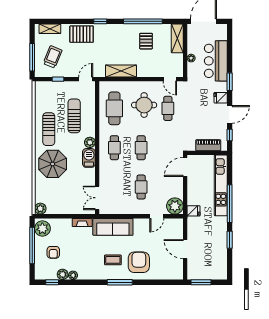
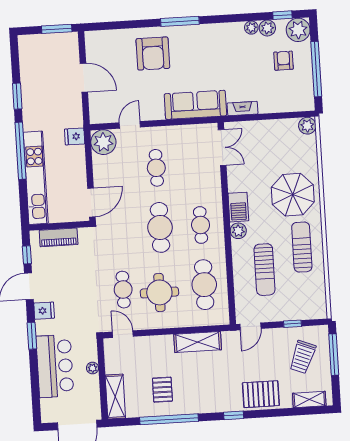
cafe table: (141, 148) -> (160, 227), width x1.37, depth x1.35
plant: (42, 228) -> (298, 30), moved
coffee table: (113, 260) -> (192, 55), removed

